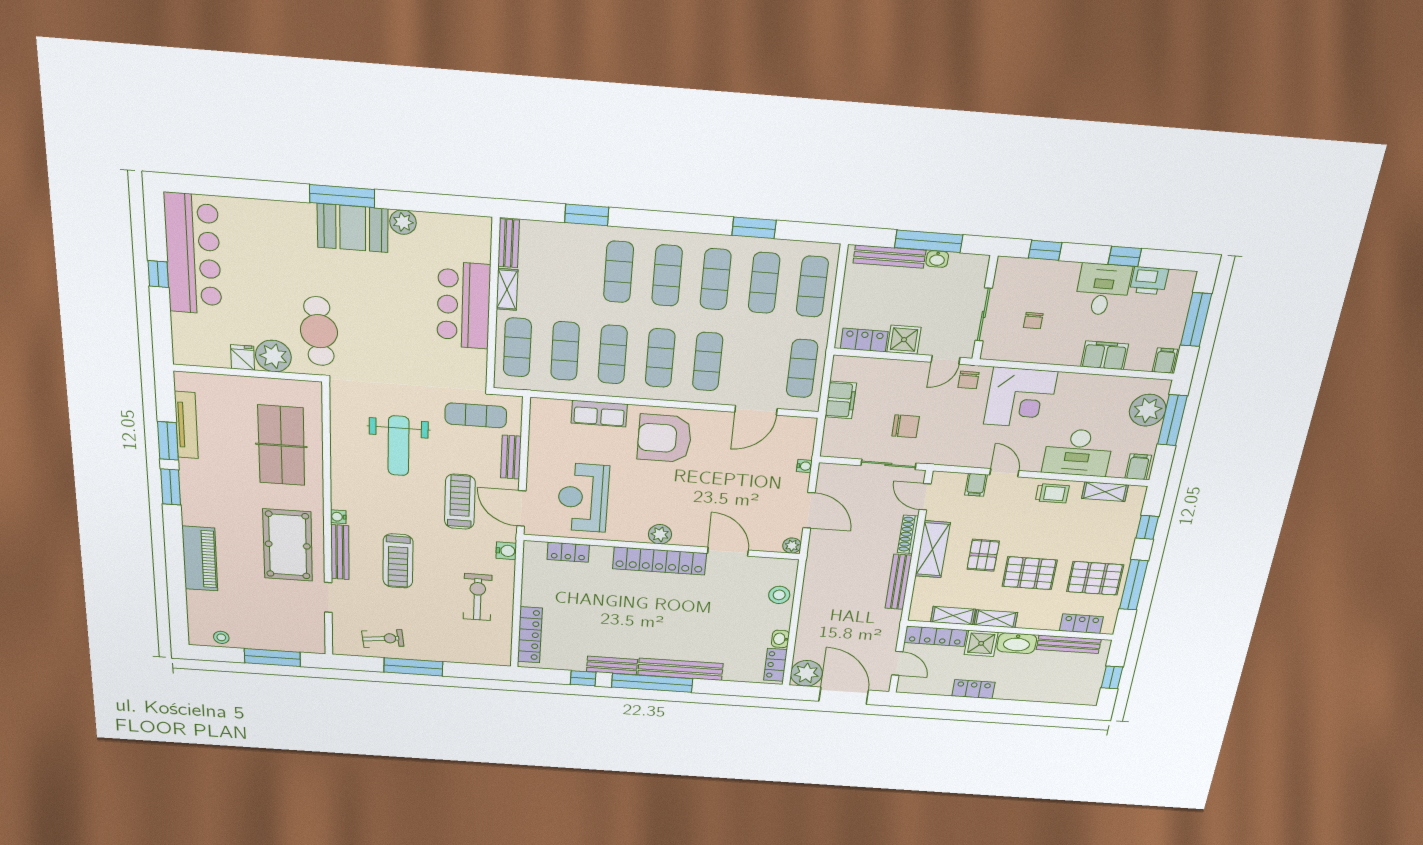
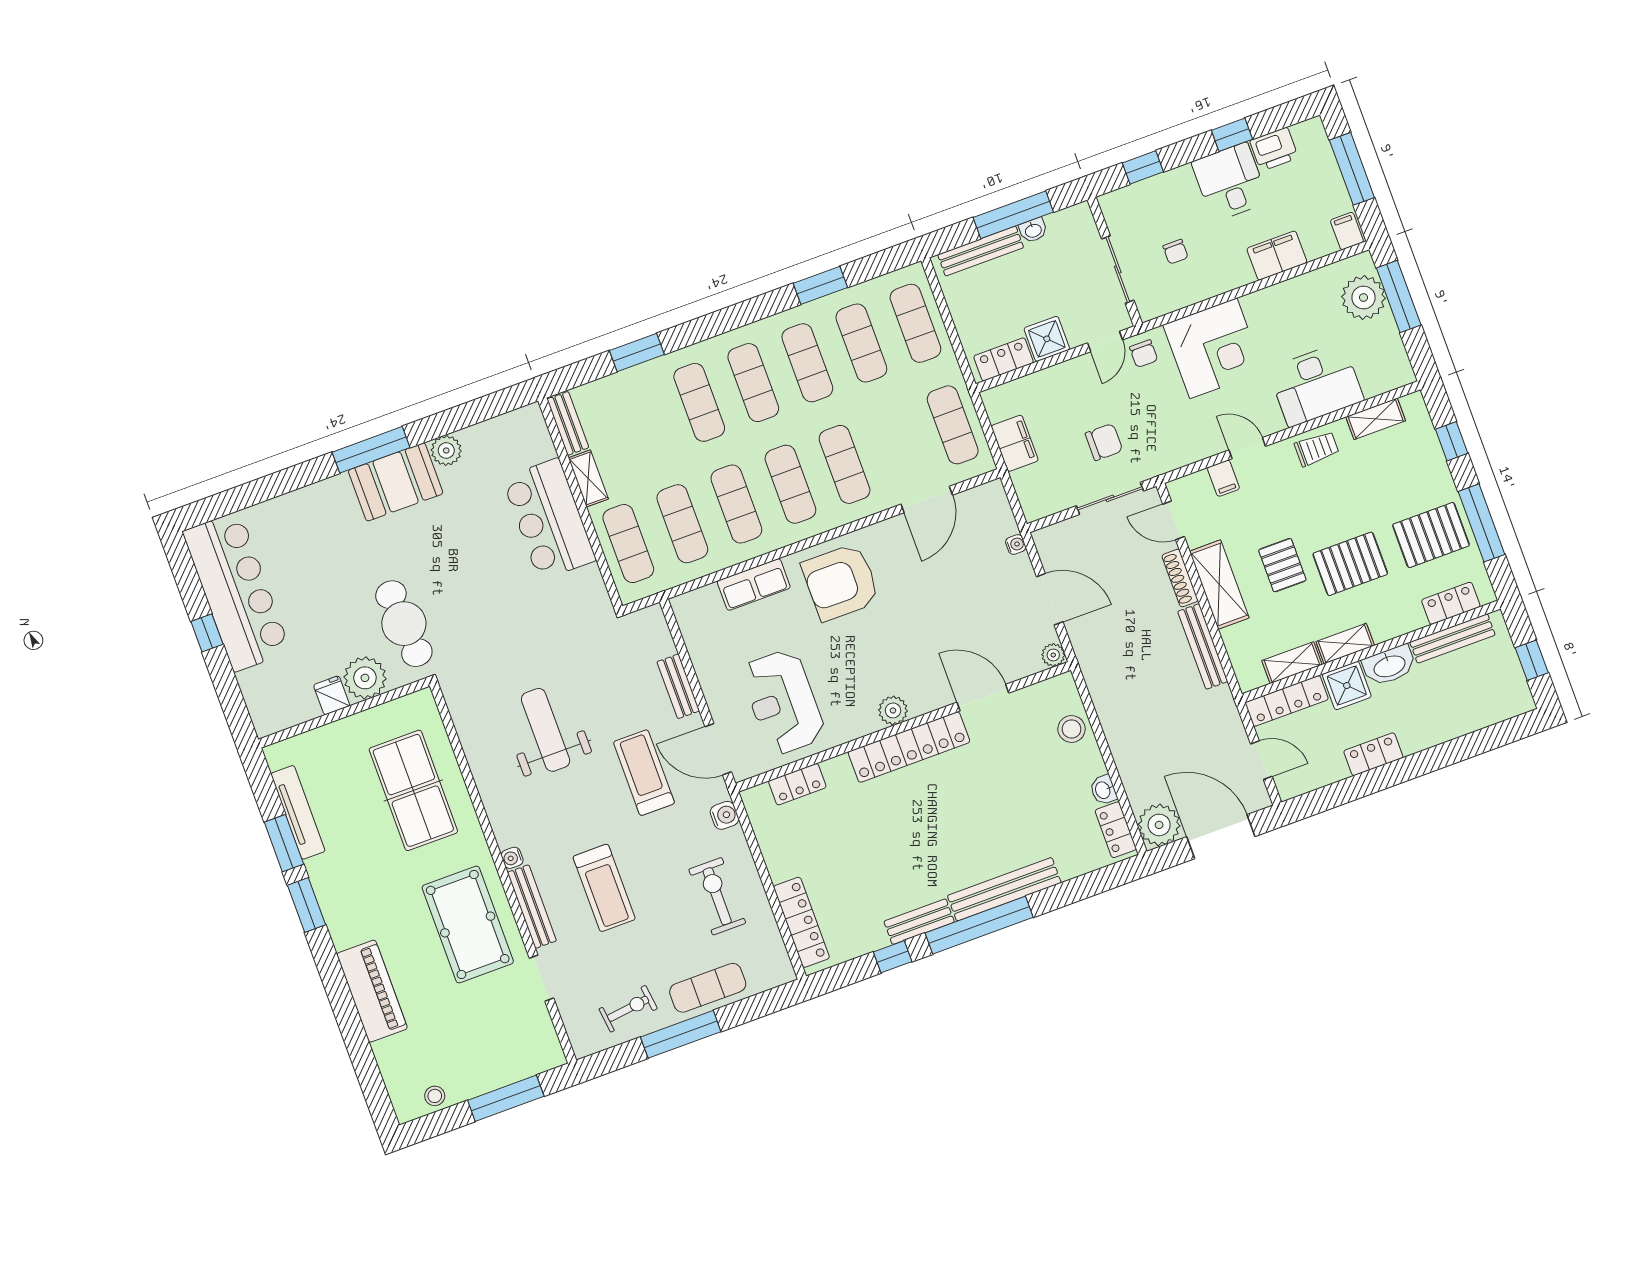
exercise mat: (476, 415) -> (708, 988), moved
weight bench: (399, 446) -> (546, 730), turned 180
filing cabinet: (1138, 467) -> (1395, 371), removed

